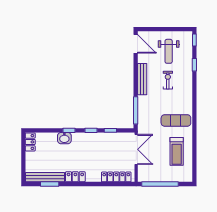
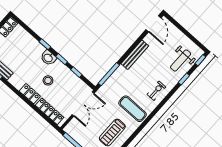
weight bench: (169, 51) -> (181, 61), moved
exercise bike: (168, 80) -> (156, 91), moved
washbasin: (64, 138) -> (48, 58), moved
stool: (95, 155) -> (48, 80), added
locker: (75, 177) -> (30, 94), moved

